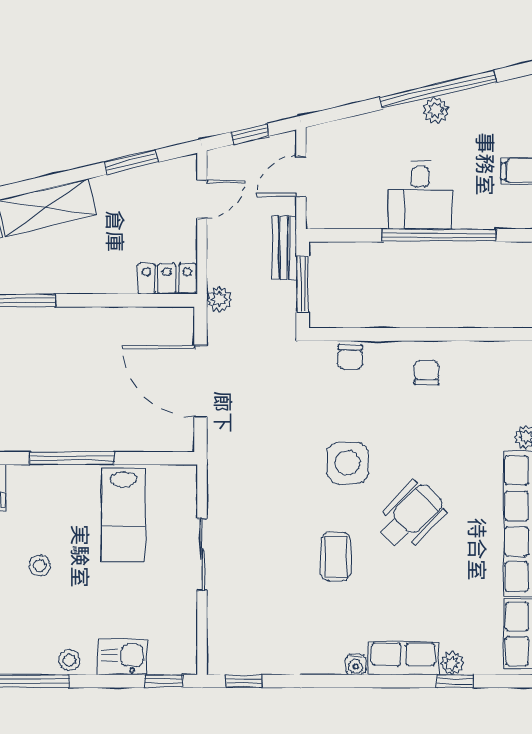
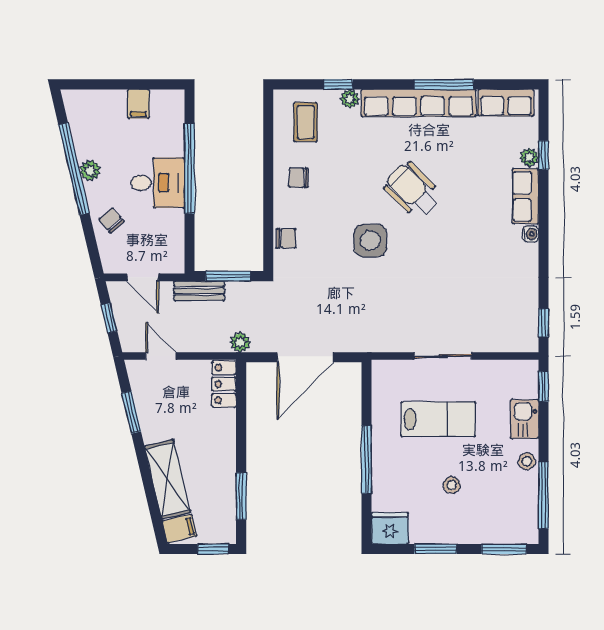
chair: (373, 137) -> (112, 220), added
lab bench: (123, 515) -> (438, 419), moved
coffee table: (336, 557) -> (306, 122), moved, turned 90

